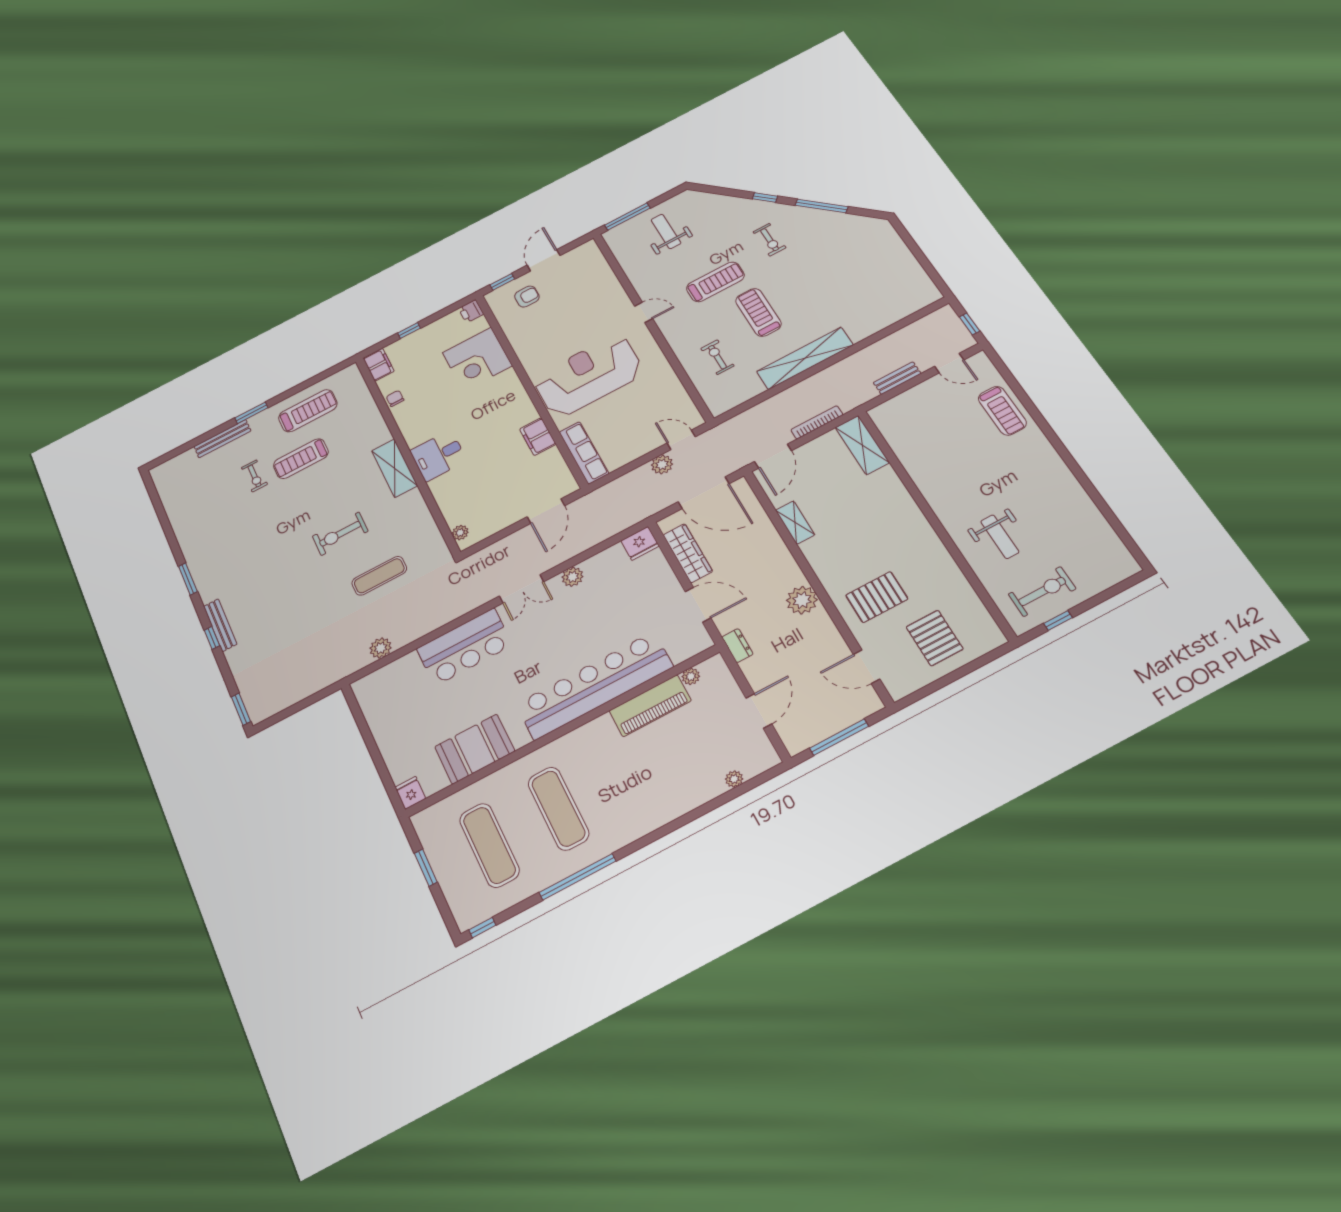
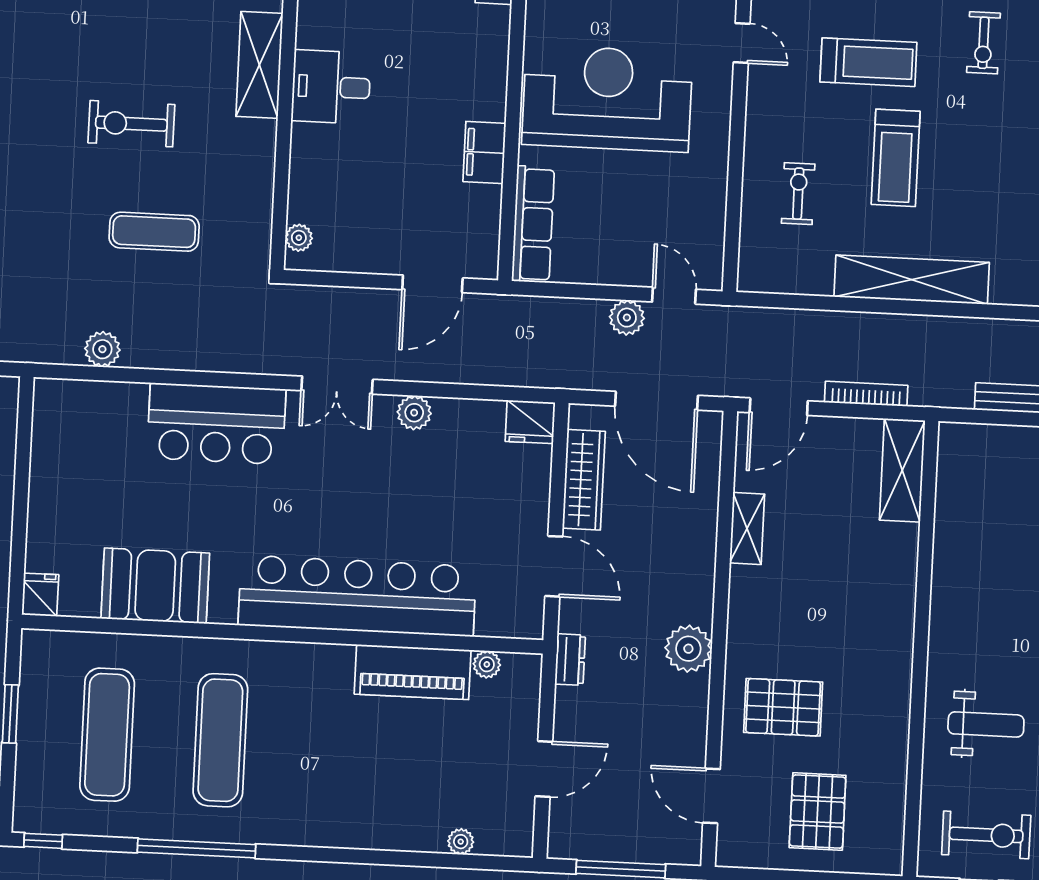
treadmill: (758, 312) -> (896, 158), turned 180
weight bench: (1000, 537) -> (986, 724), turned -90

